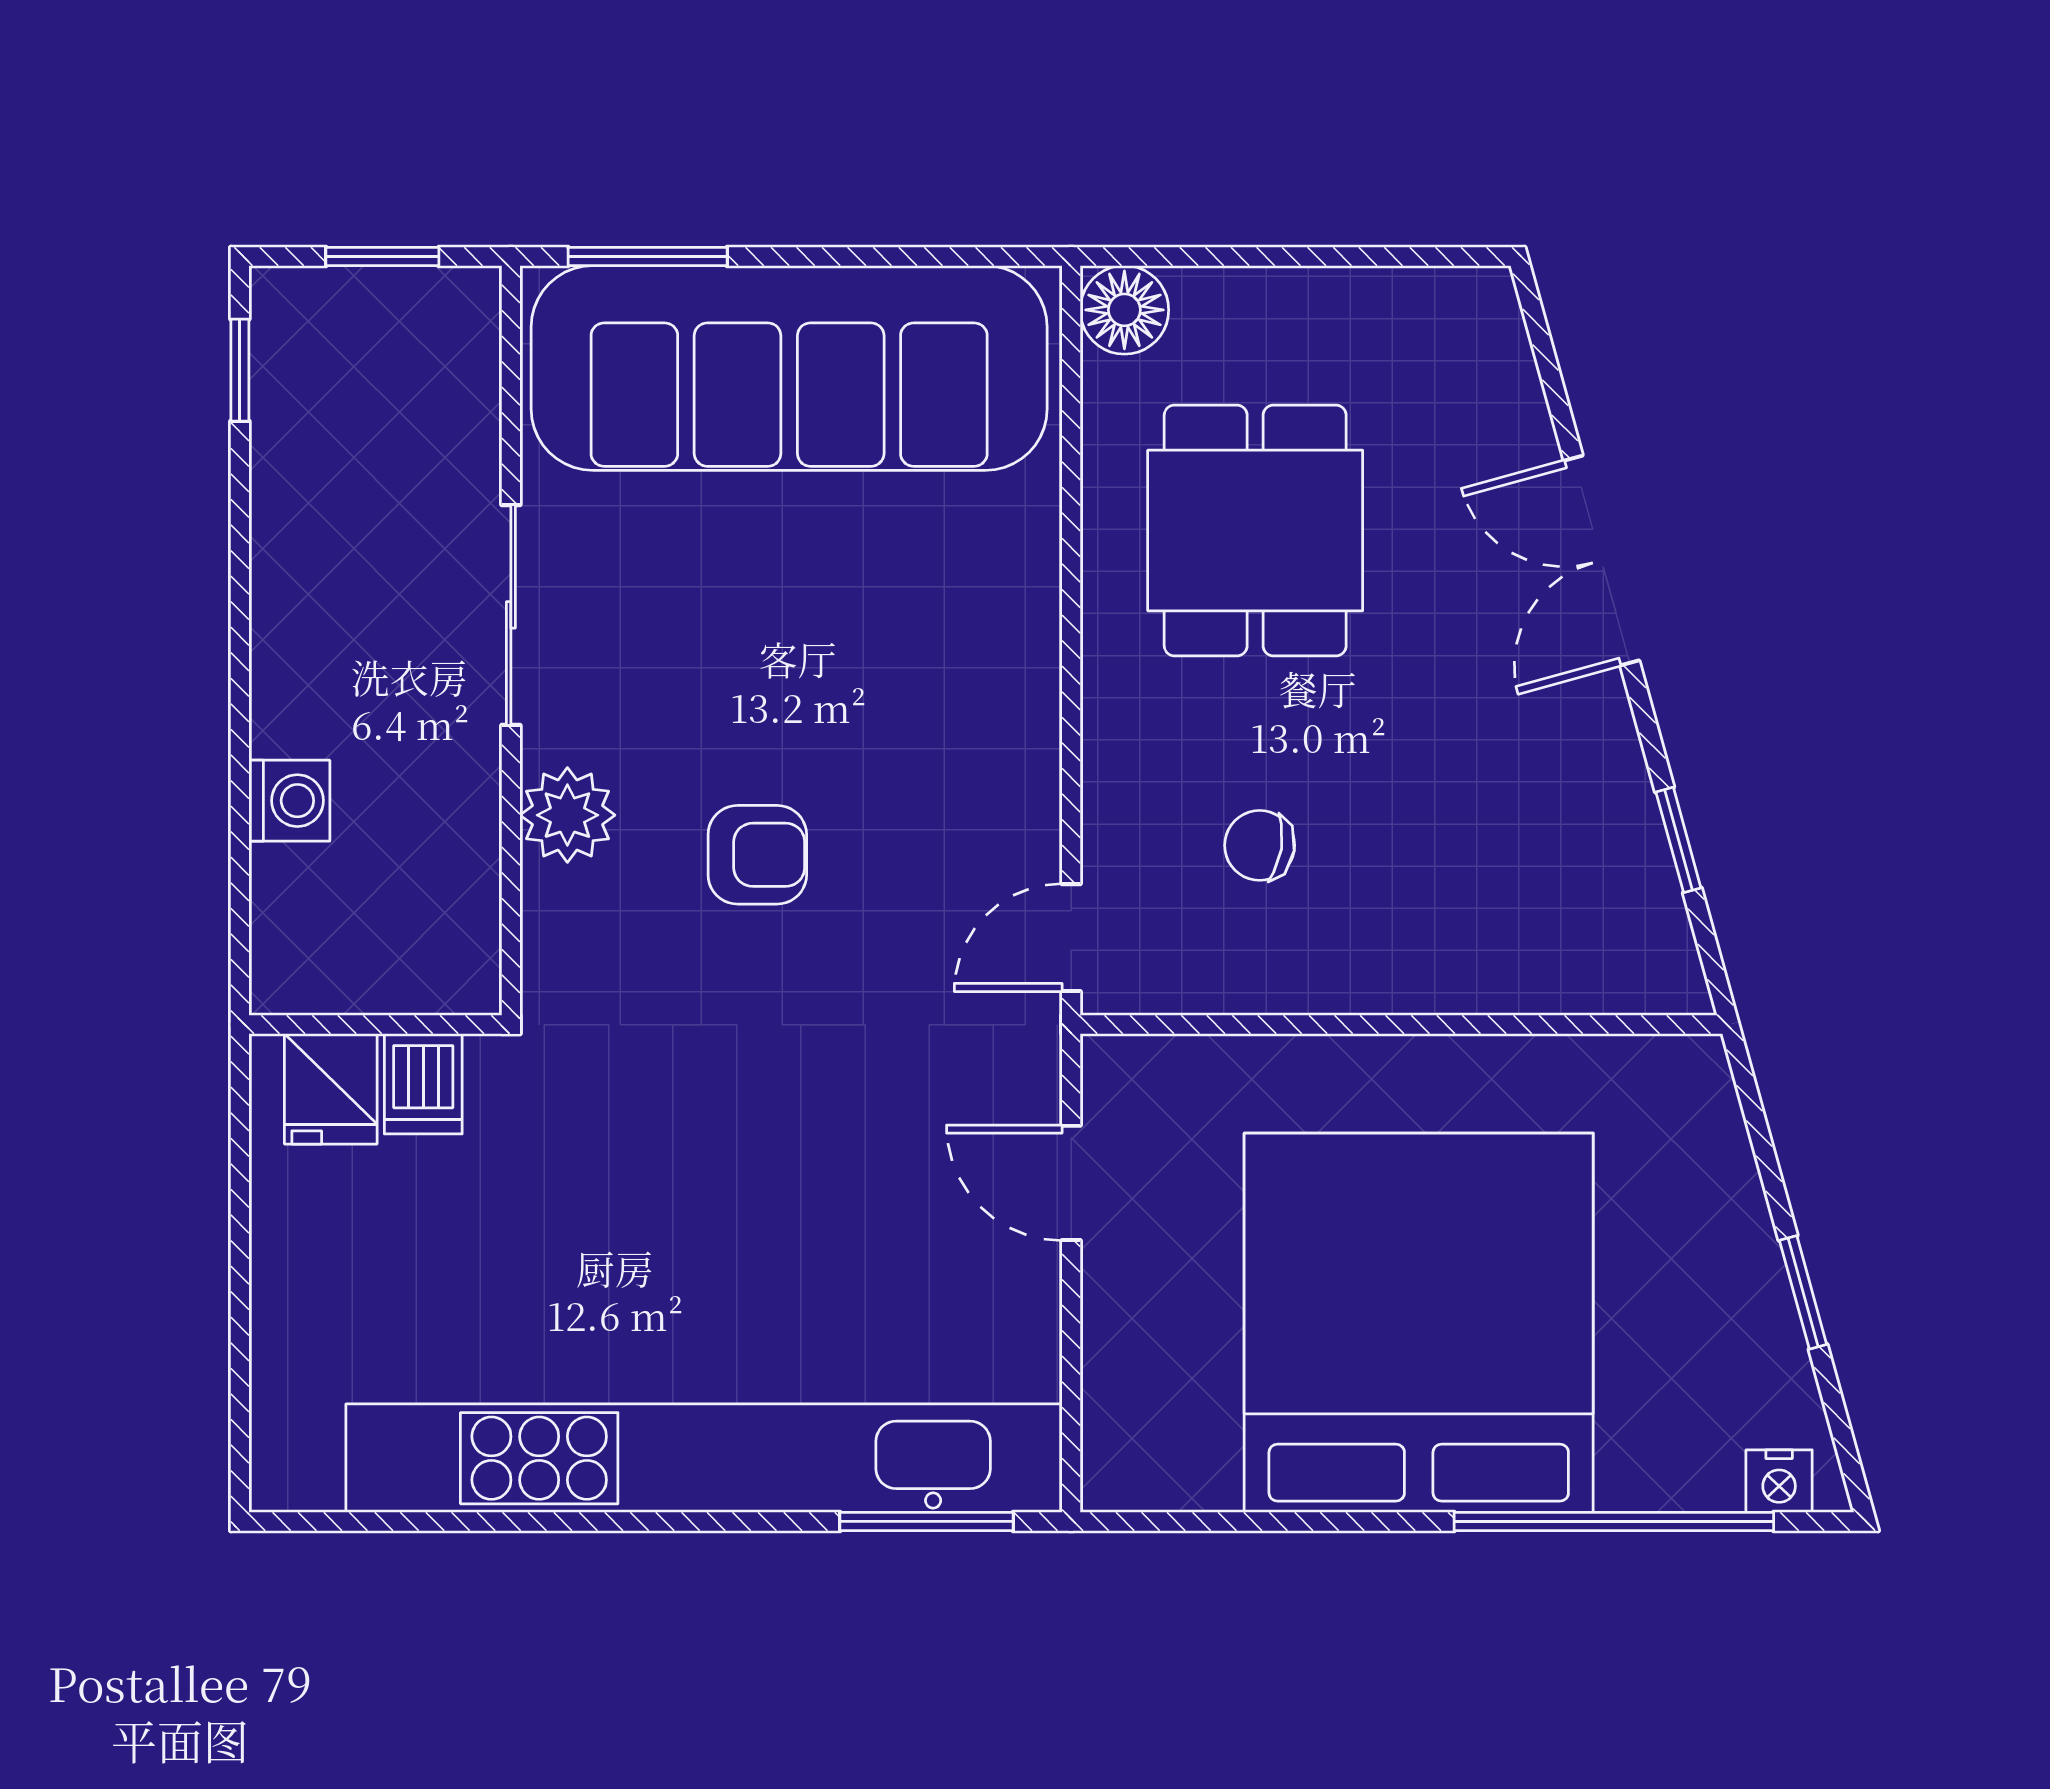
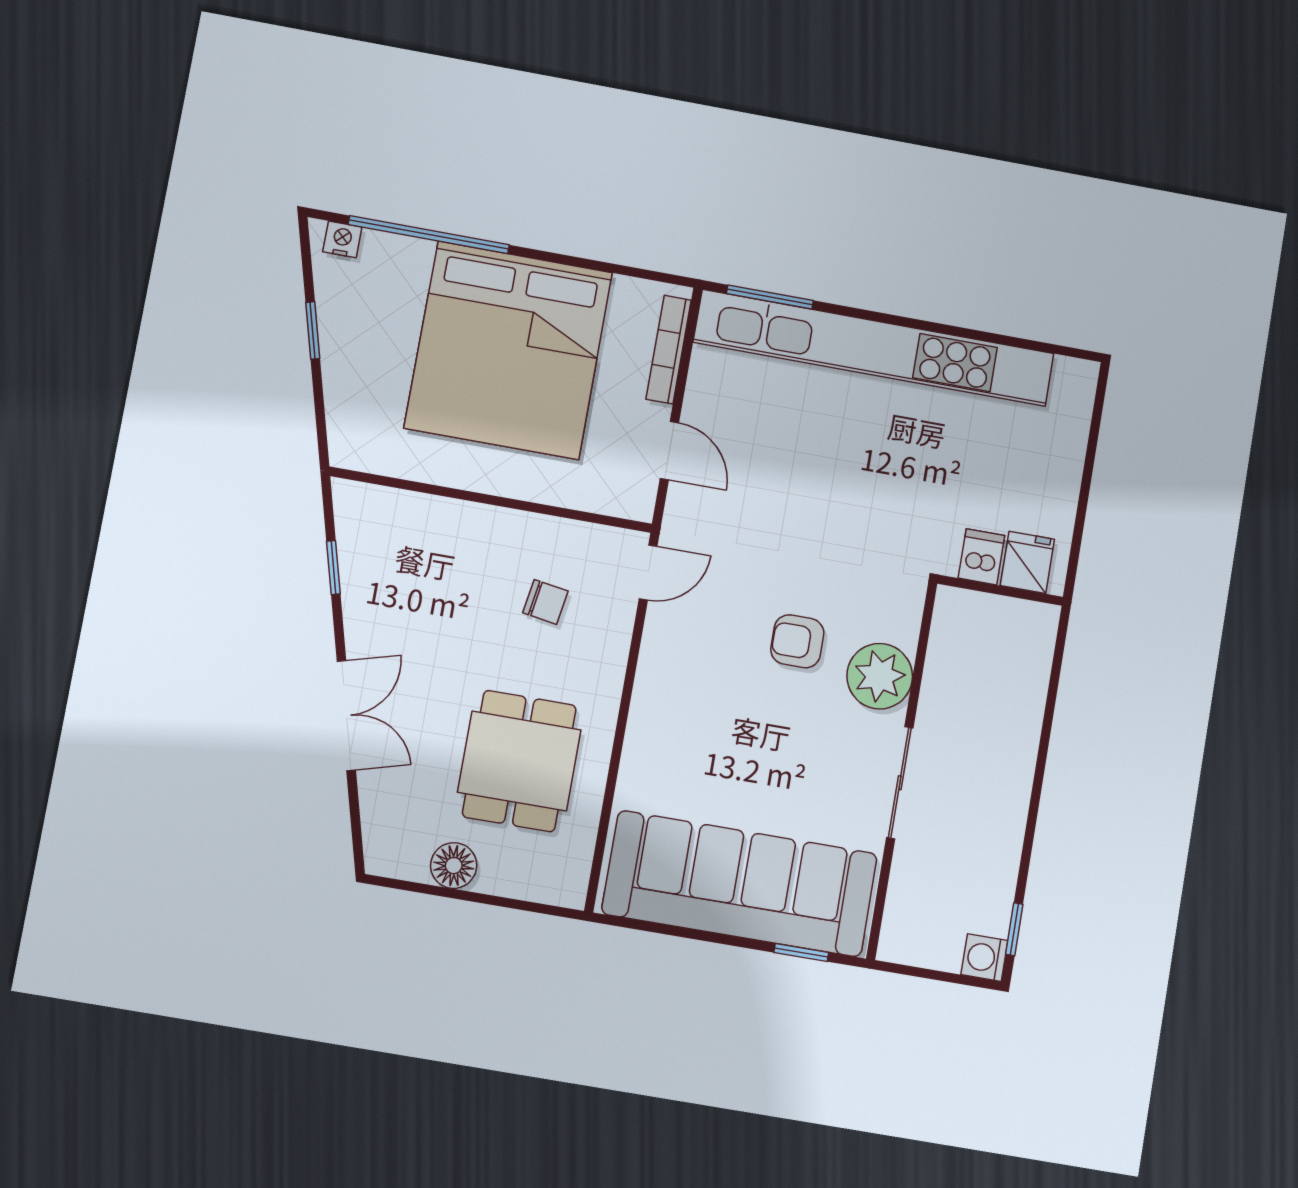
window: (382, 257) -> (934, 975), removed
window: (648, 257) -> (801, 952), width x0.67
floor lamp: (1124, 310) -> (454, 866), moved
washing machine: (289, 801) -> (984, 958), moved
plant: (567, 815) -> (880, 676), width x1.36, depth x1.36
bookcase: (1107, 1381) -> (669, 350), added

